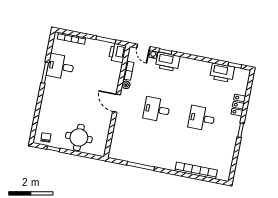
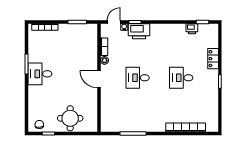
door: (143, 47) -> (114, 22), swing flipped
printer: (117, 53) -> (90, 32), removed
desk: (61, 67) -> (40, 74), moved
printer: (222, 73) -> (192, 29), width x0.53, depth x0.68

